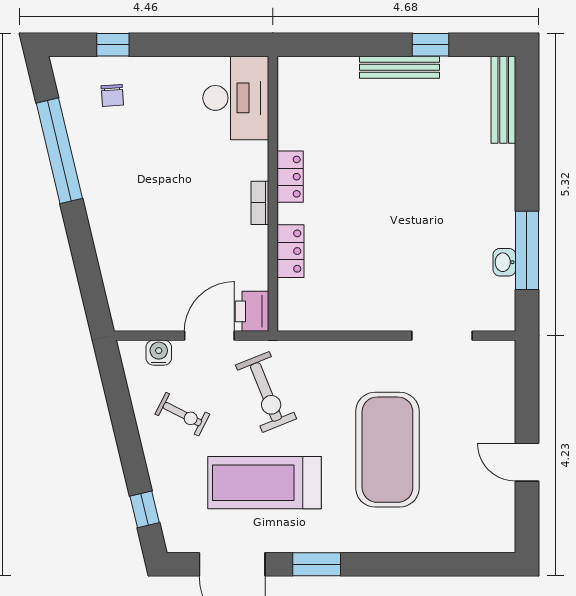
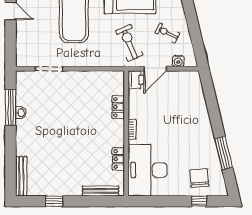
bench: (399, 67) -> (100, 191), moved
chair: (112, 95) -> (199, 178), width x1.87, depth x1.87
desk: (236, 98) -> (148, 170), width x1.36, depth x1.30
window: (59, 151) -> (224, 153), width x0.68
locker: (290, 177) -> (118, 159), moved
washbasin: (504, 262) -> (21, 113), moved

